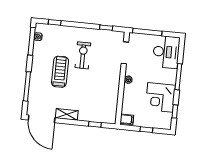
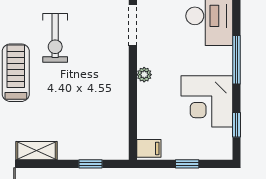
exercise bike: (83, 55) -> (55, 38), turned 180

